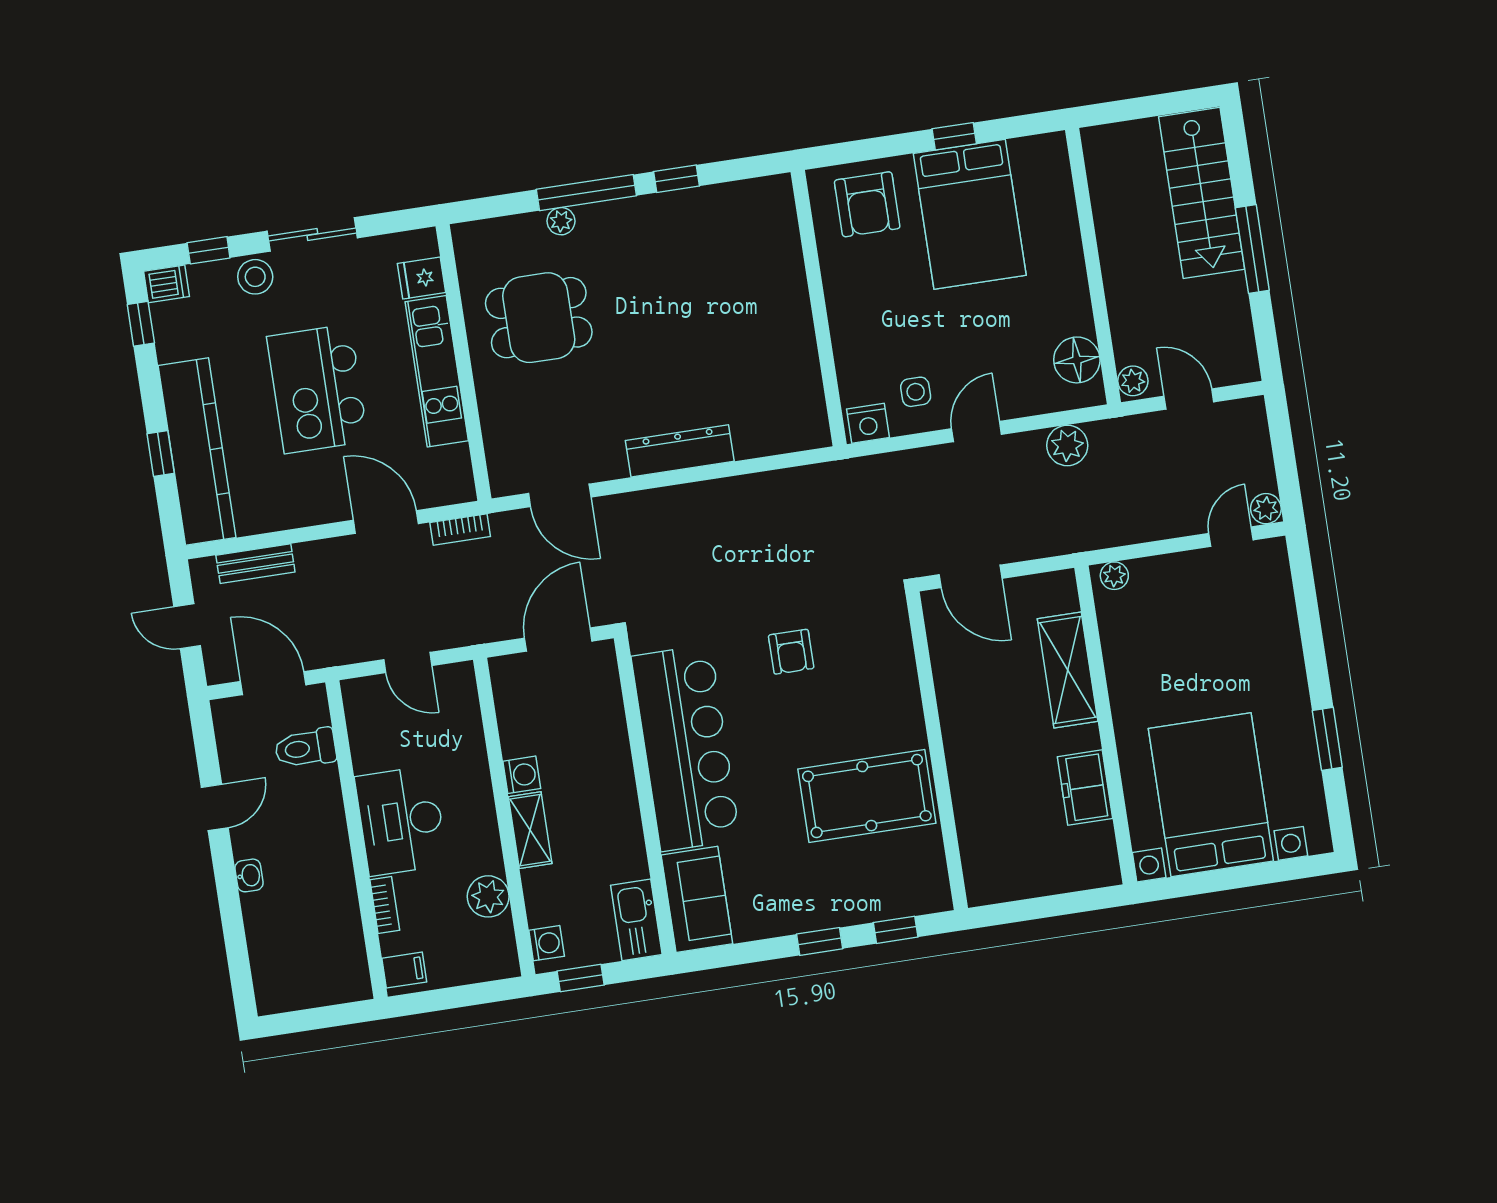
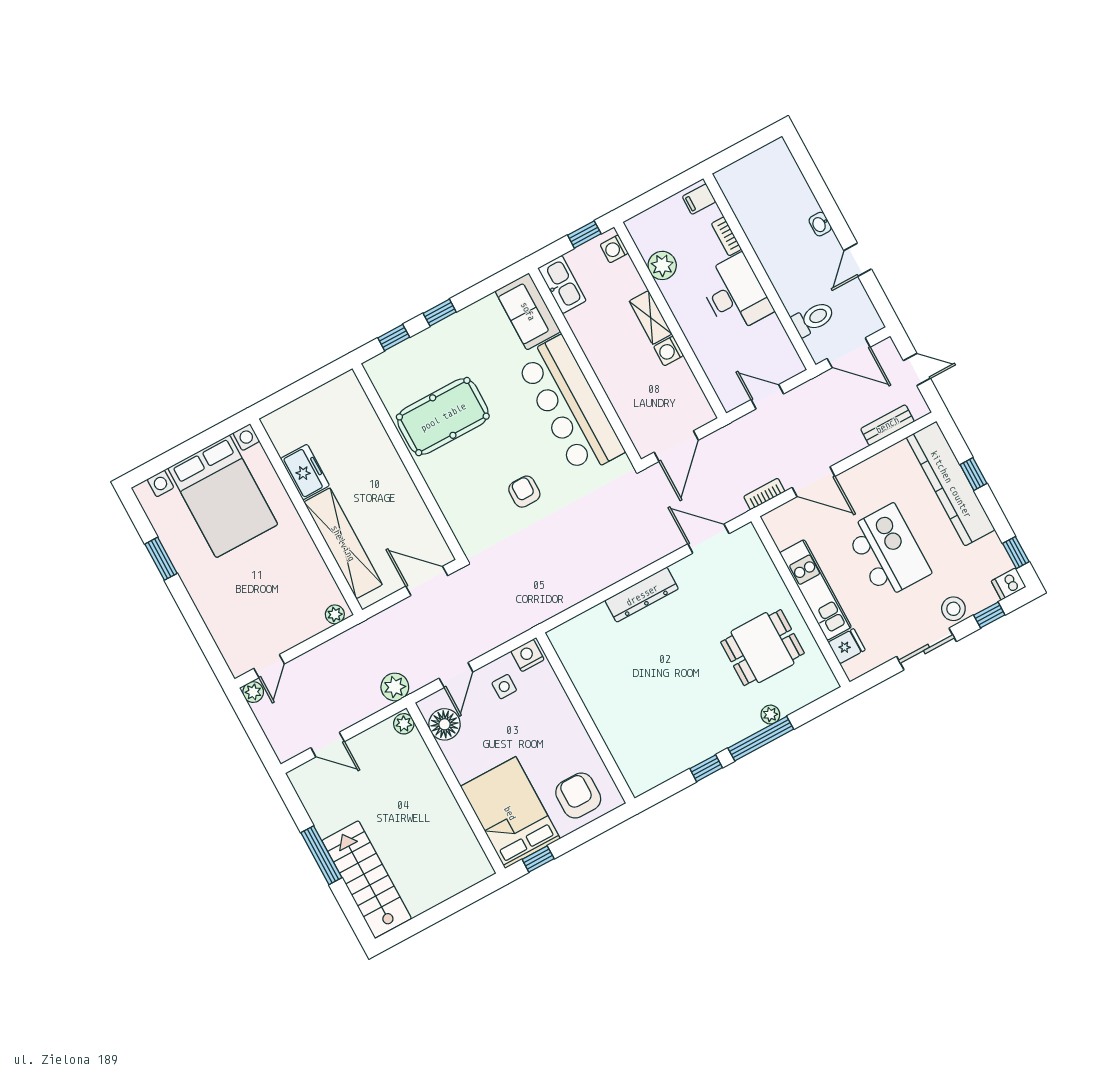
wall: (1093, 266) -> (456, 788), moved
floor lamp: (1077, 360) -> (444, 724), moved
plant: (1133, 381) -> (404, 724), moved
shelving: (1068, 670) -> (343, 543), width x1.47

